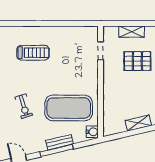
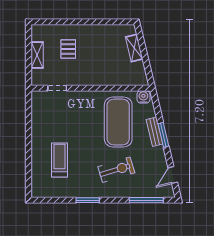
pallet: (137, 61) -> (68, 49), width x0.67, depth x0.71
exercise bike: (24, 106) -> (116, 170), width x1.38, depth x1.39
window: (57, 150) -> (163, 135), width x0.69

